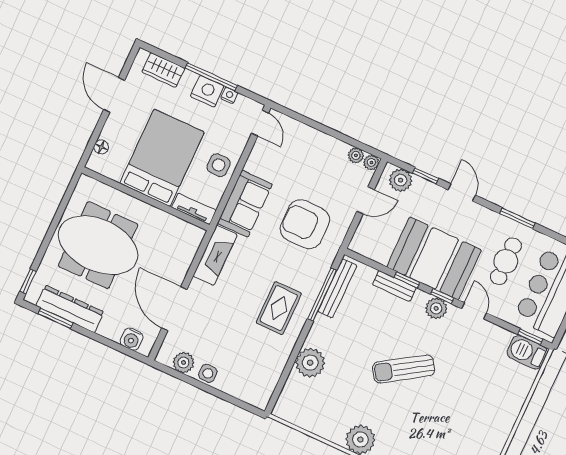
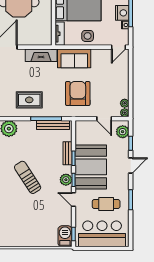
door: (474, 311) -> (74, 200), swing flipped

